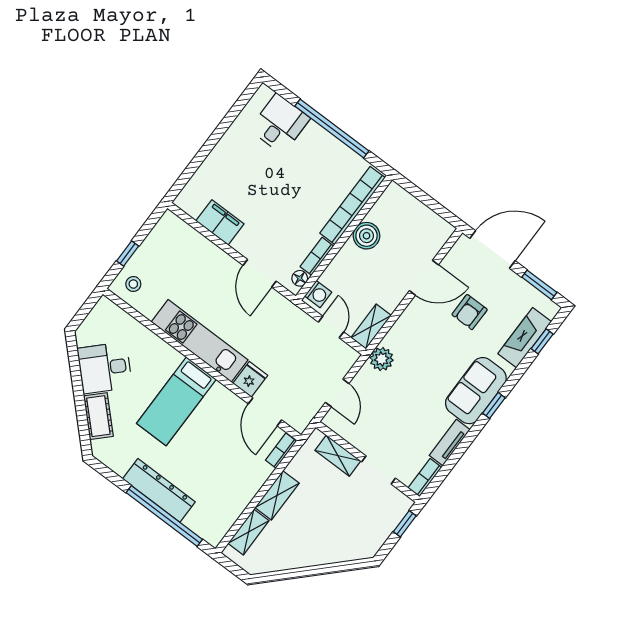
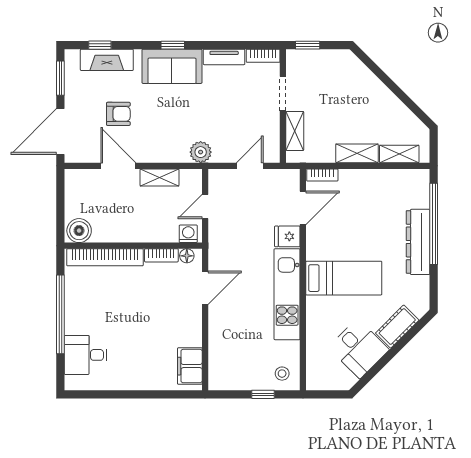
filing cabinet: (220, 222) -> (190, 366), moved
boiler: (366, 236) -> (79, 231), moved
door: (492, 250) -> (60, 131), hinge flipped
shelving: (371, 327) -> (160, 177), moved

